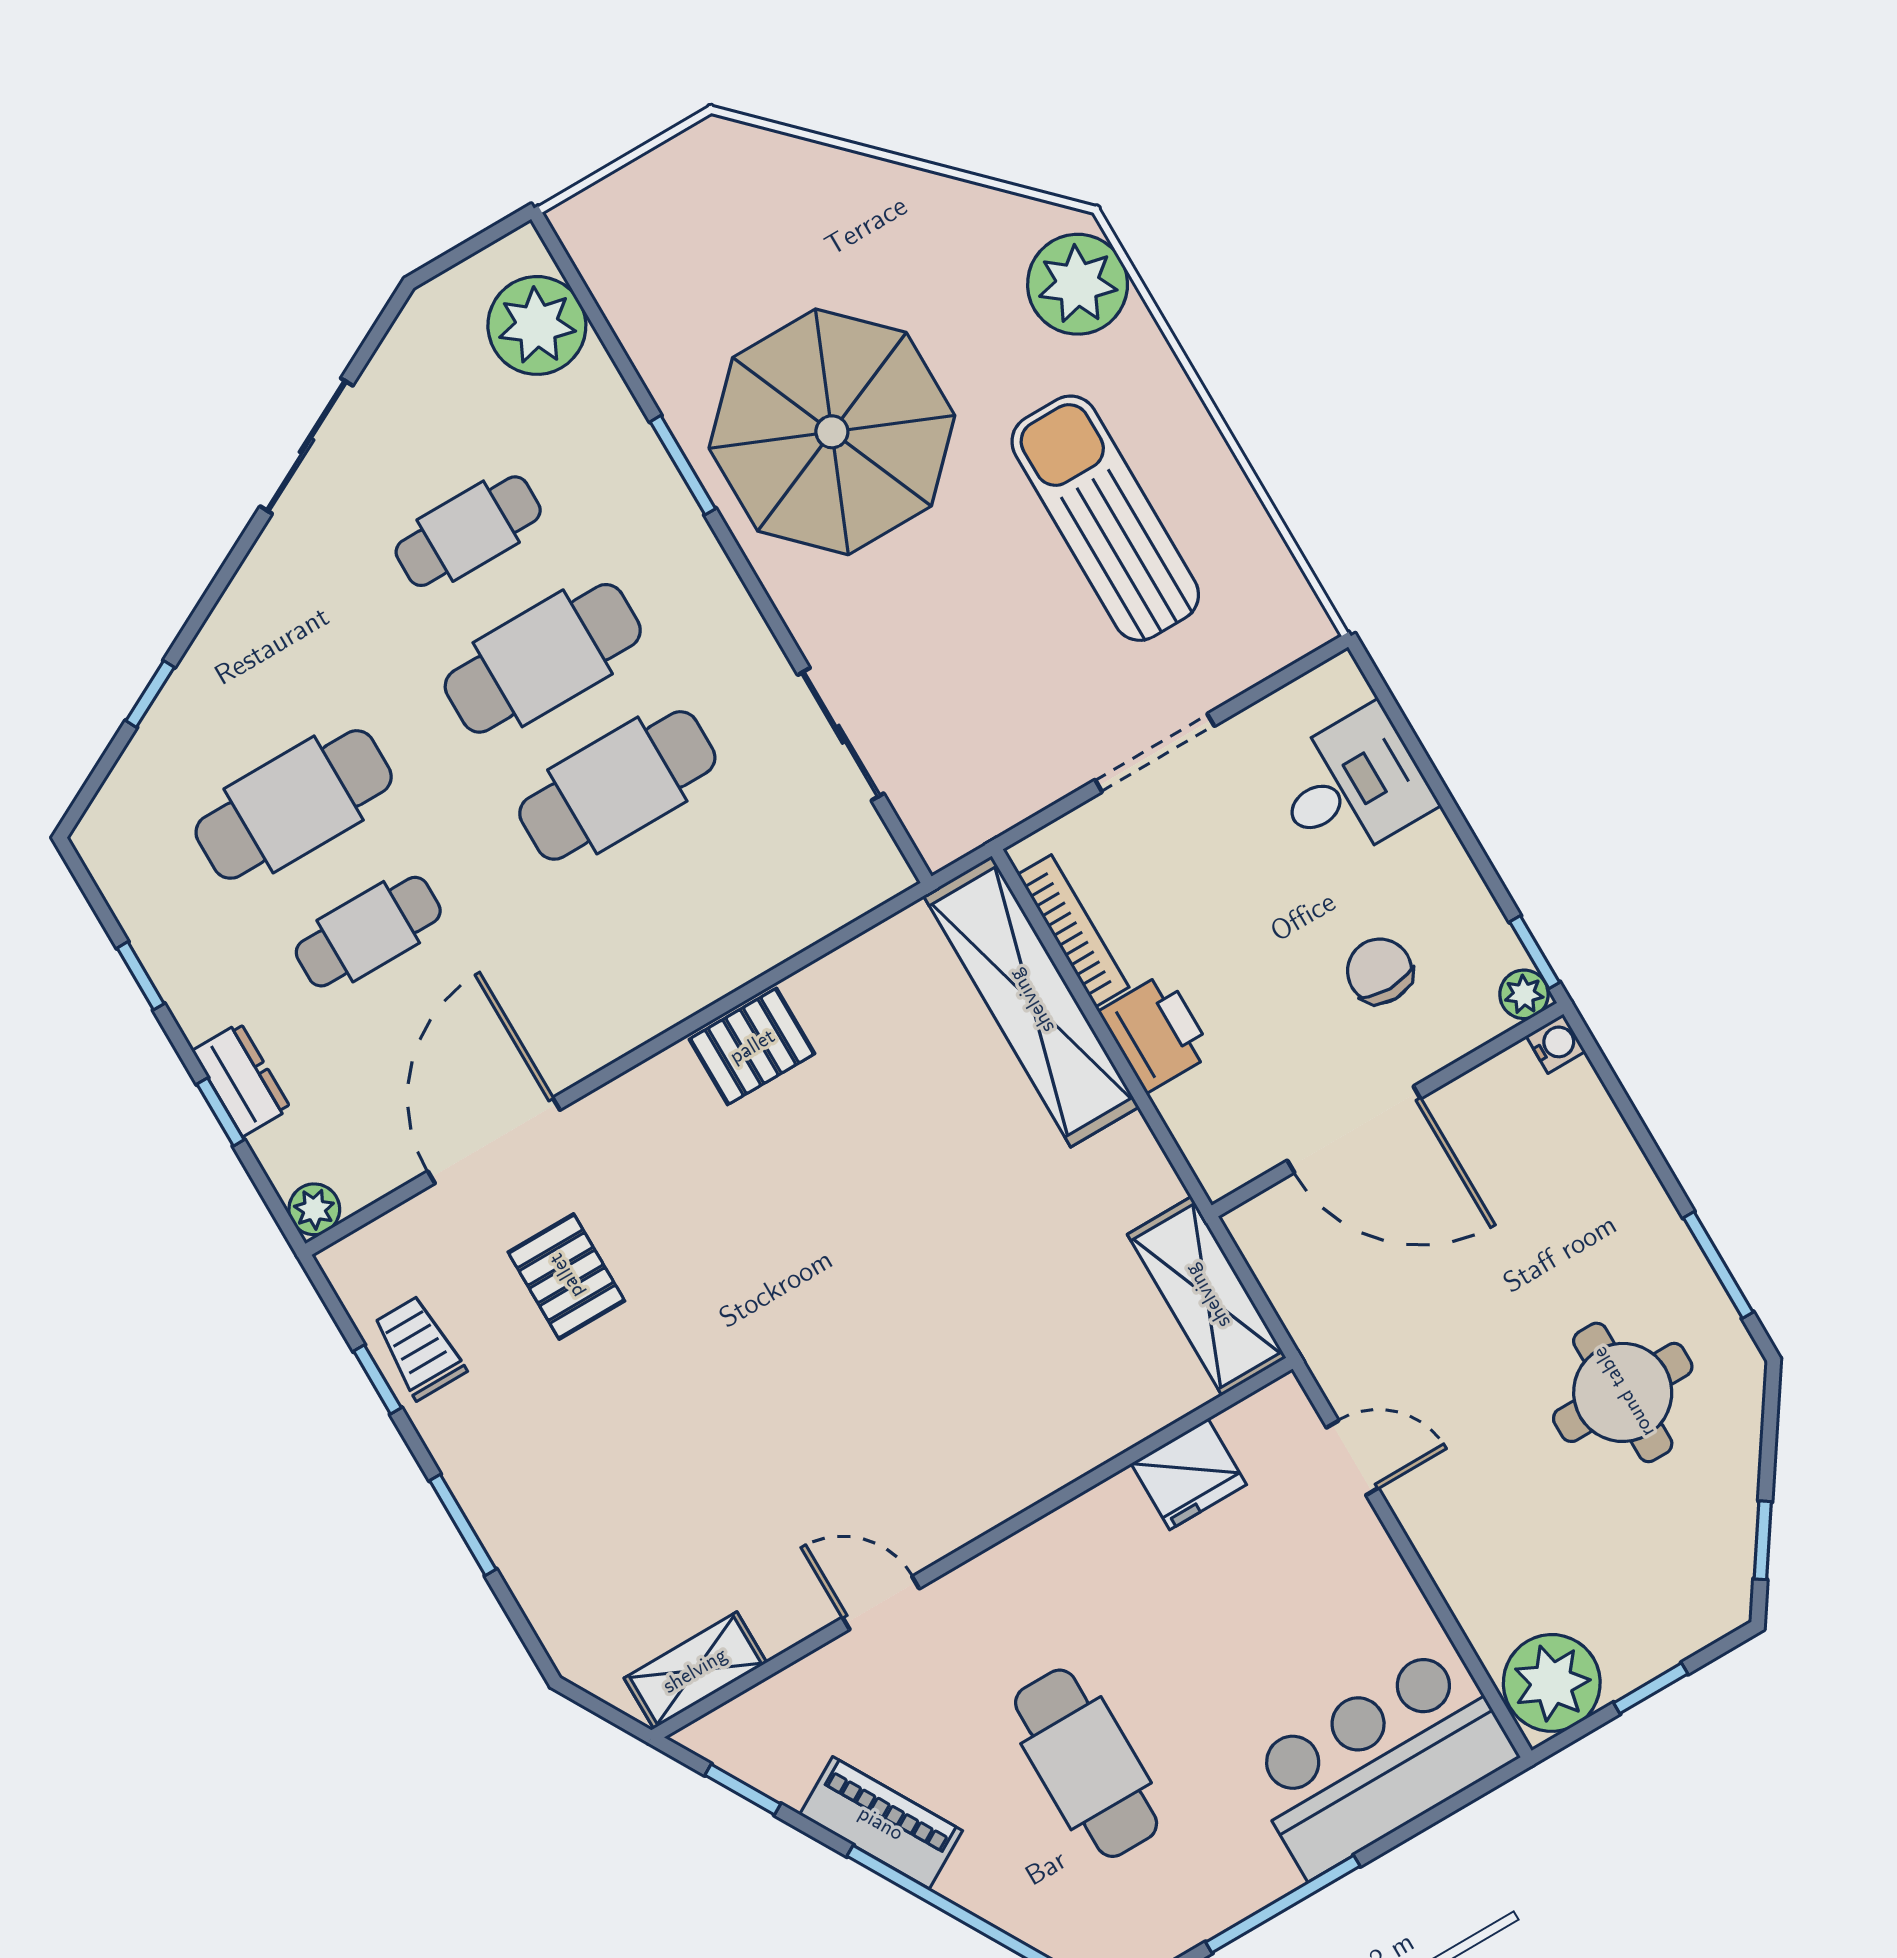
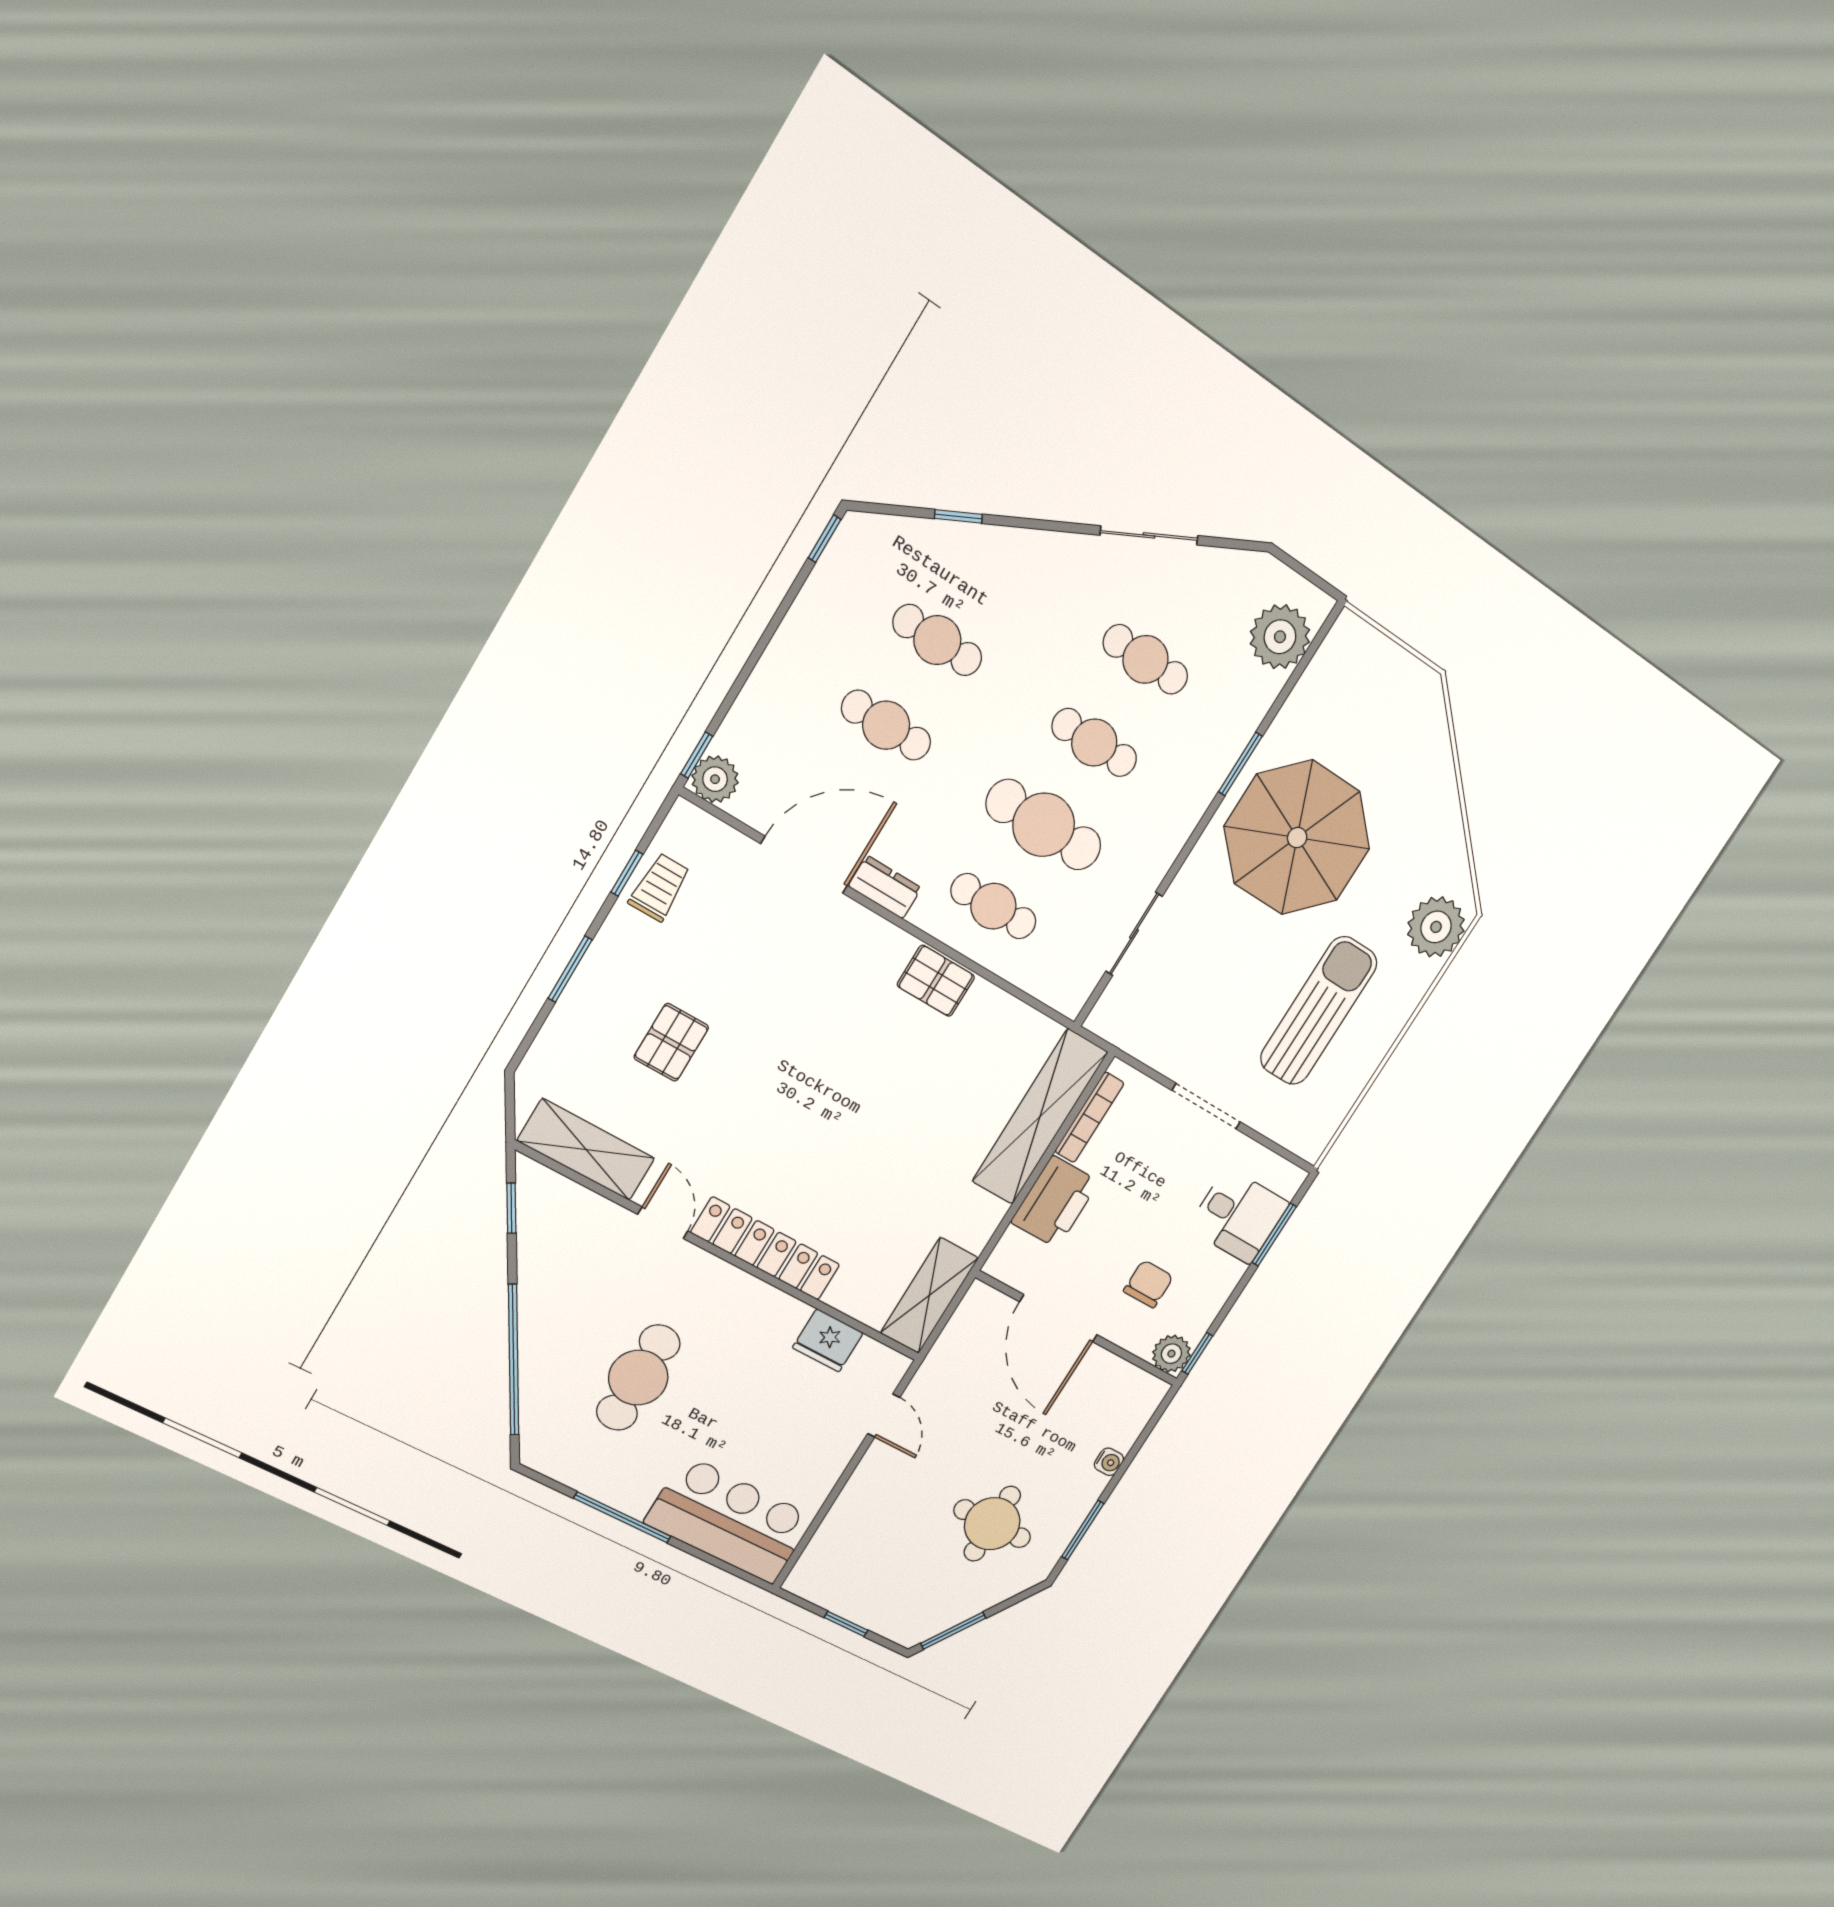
cafe table: (543, 658) -> (1094, 743), width x0.73, depth x0.74
window: (1414, 746) -> (1274, 1235), added
cafe table: (294, 804) -> (937, 640), width x0.73, depth x0.74
cafe table: (692, 913) -> (993, 906), added
window: (141, 976) -> (825, 539), moved
plant: (1524, 994) -> (1171, 1354), width x1.38, depth x1.38
printer: (1156, 1033) -> (1055, 1202), width x1.37, depth x1.19
water cooler: (1556, 1044) -> (1109, 1462), moved
dresser: (241, 1080) -> (885, 887), moved, turned -90
window: (220, 1112) -> (697, 755), moved
plant: (314, 1209) -> (715, 779), width x1.38, depth x1.38
pallet: (566, 1276) -> (671, 1042), moved
locker: (1001, 1485) -> (766, 1249), added
window: (1763, 1540) -> (953, 1631), width x1.50
shelving: (695, 1670) -> (586, 1150), width x1.50, depth x1.33
plant: (1552, 1683) -> (821, 1577), removed
piano: (881, 1823) -> (539, 1291), removed

